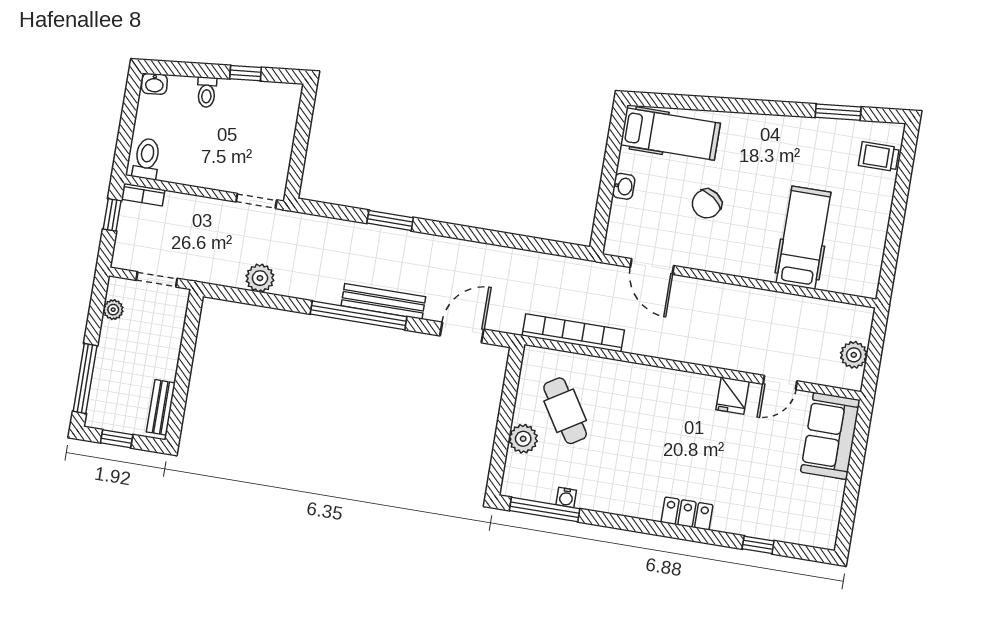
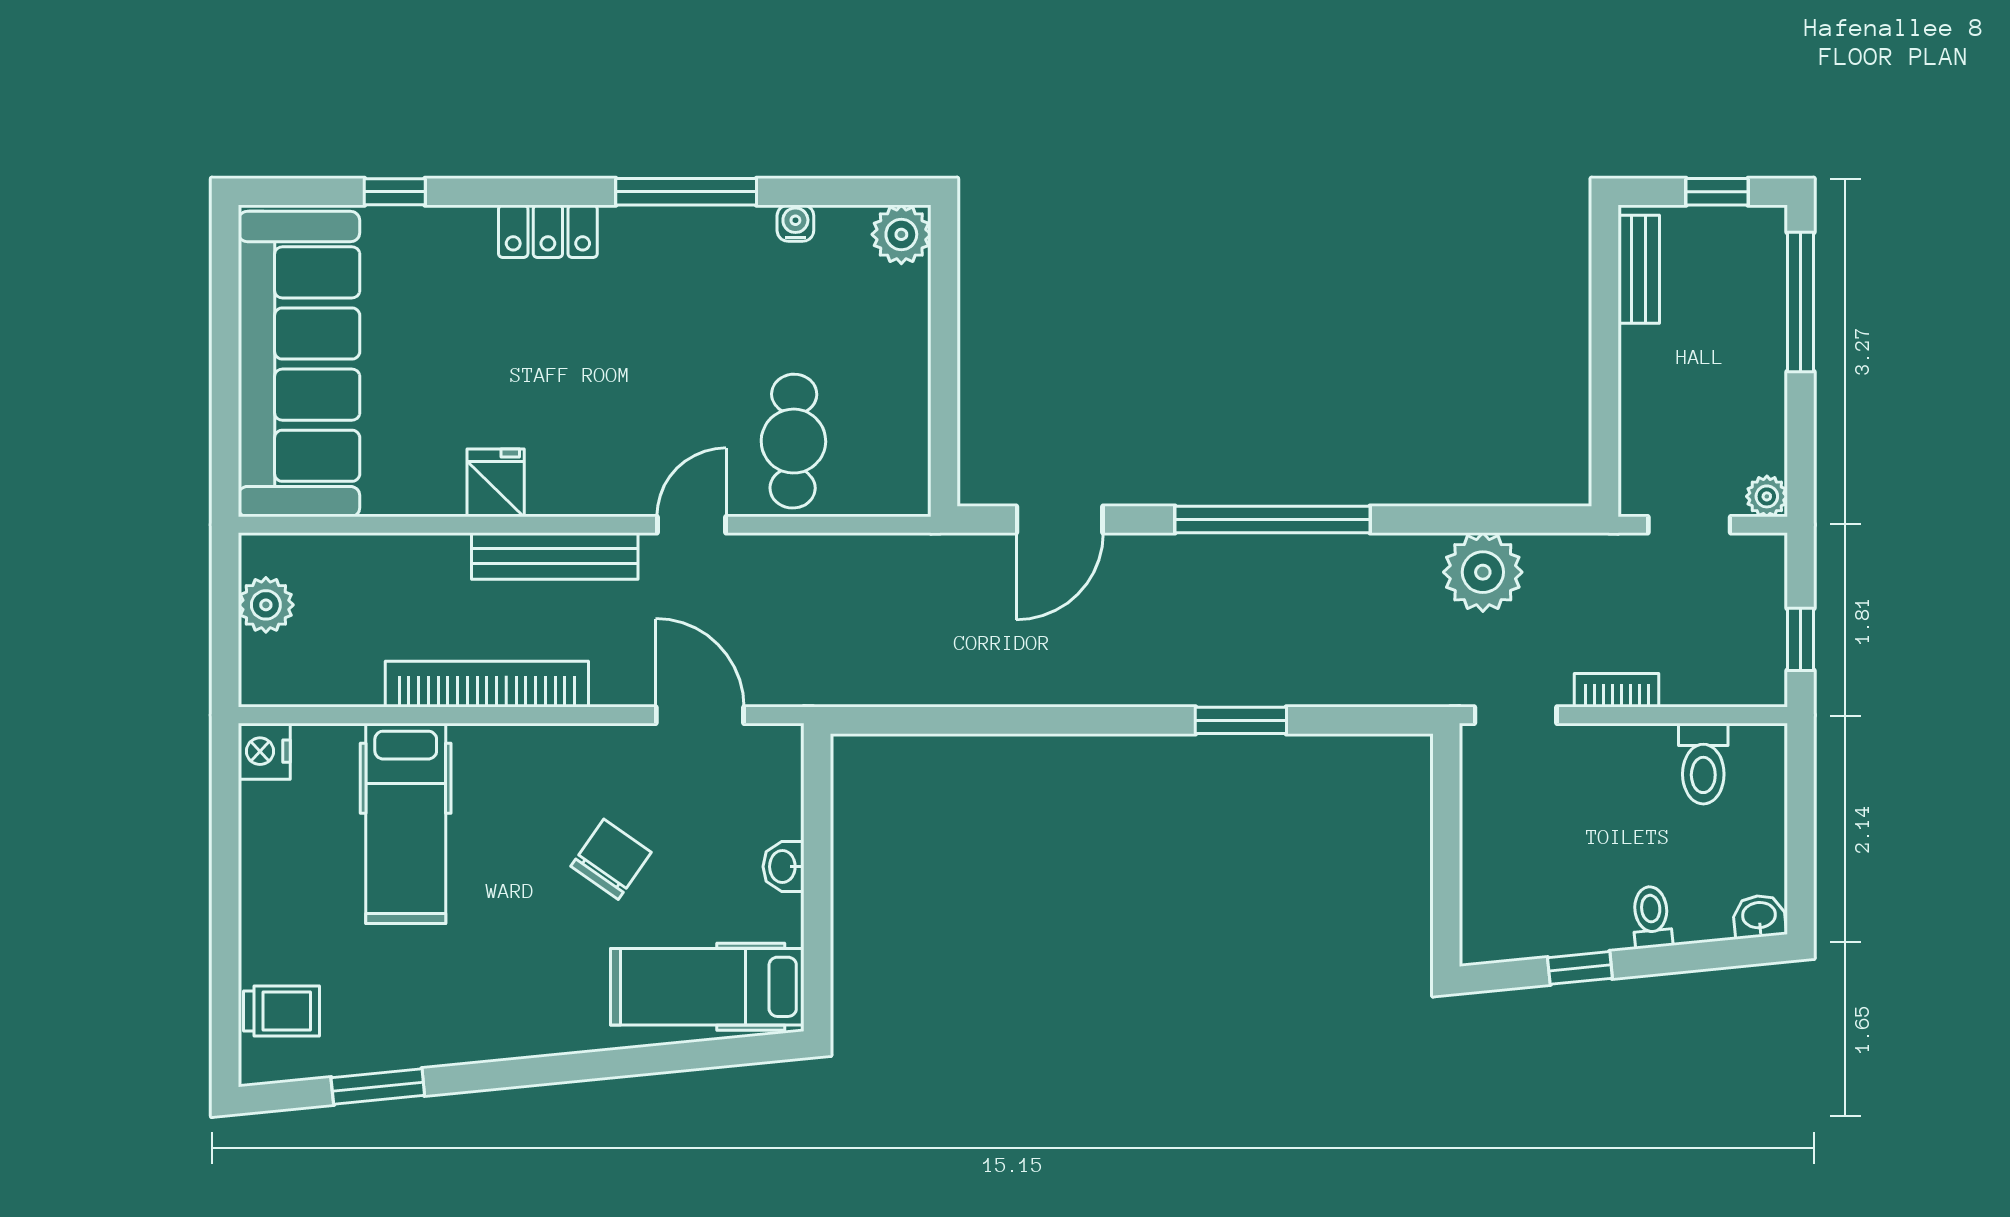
toilet: (147, 159) -> (1703, 764), moved
bookcase: (143, 195) -> (1617, 690), moved
plant: (260, 278) -> (1483, 572), width x1.36, depth x1.36
nightstand: (866, 284) -> (264, 751), added
bench: (383, 301) -> (555, 556), moved
plant: (113, 310) -> (1767, 496), moved
bookcase: (573, 333) -> (487, 684), moved, turned 180
door: (780, 383) -> (692, 525), moved
cafe table: (565, 411) -> (793, 441), moved, turned 33
sofa: (830, 436) -> (299, 364), width x1.85, depth x1.27
plant: (523, 439) -> (901, 234), moved
window: (545, 510) -> (686, 192), moved

